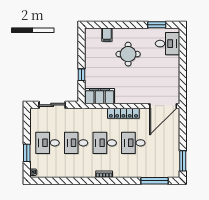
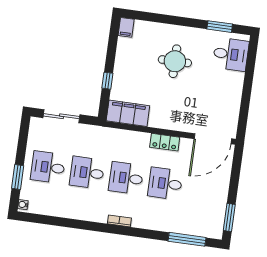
filing cabinet: (107, 35) -> (126, 27), moved
locker: (123, 113) -> (165, 142), width x0.66

